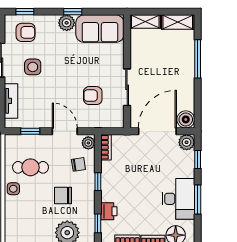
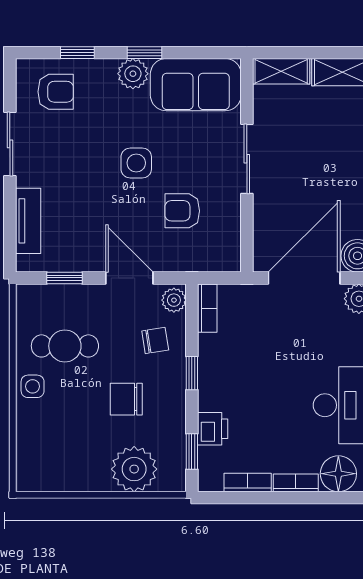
window: (25, 12) -> (77, 53), moved
side table: (33, 67) -> (136, 163), moved
sliding door: (127, 87) -> (247, 159), moved

